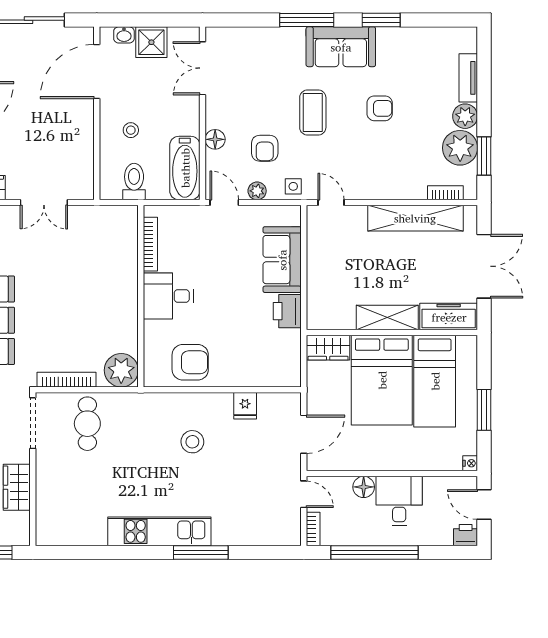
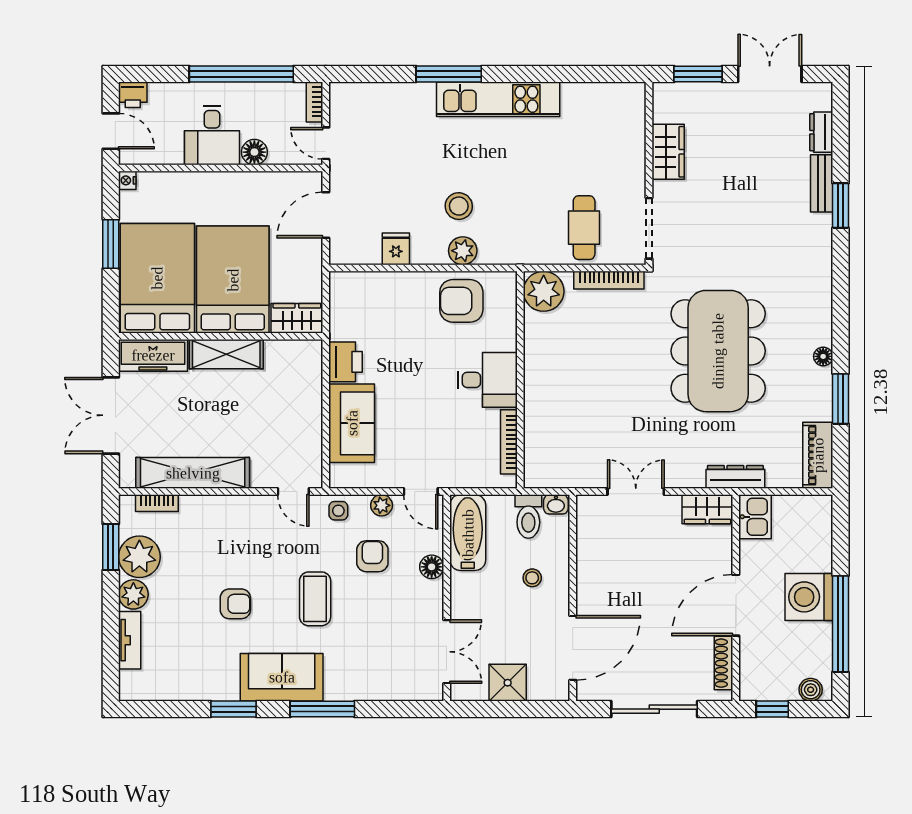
washbasin: (124, 35) -> (556, 504), moved, turned 180
armchair: (380, 108) -> (235, 604), turned 180
bed: (435, 381) -> (157, 278), width x1.50
plant: (189, 404) -> (463, 251), added

